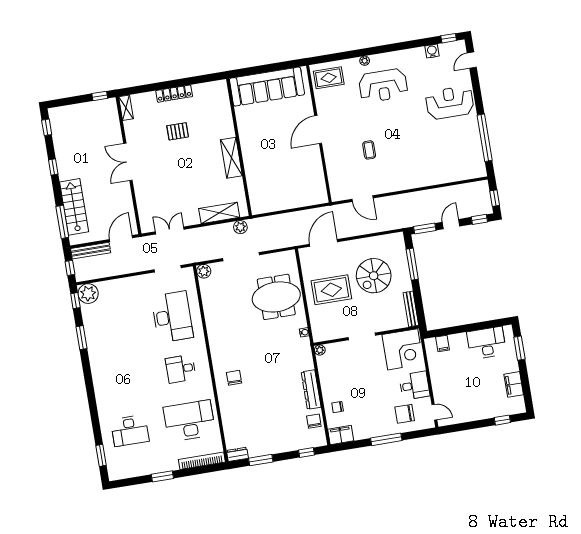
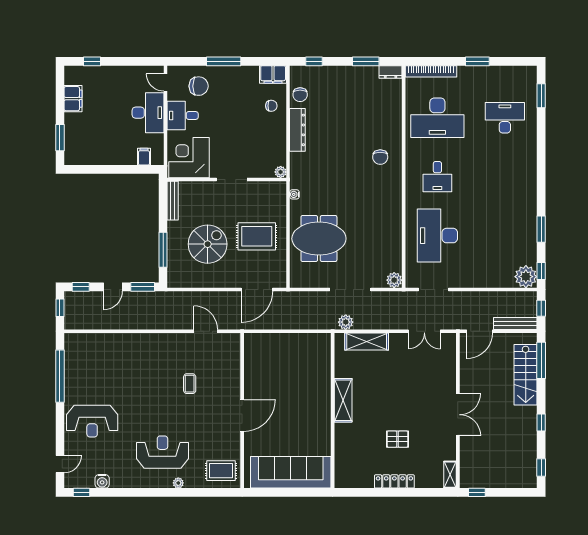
desk: (487, 343) -> (148, 113), moved, turned -90
desk: (181, 369) -> (437, 177), turned 90

